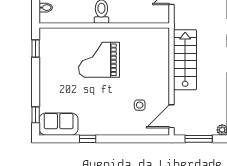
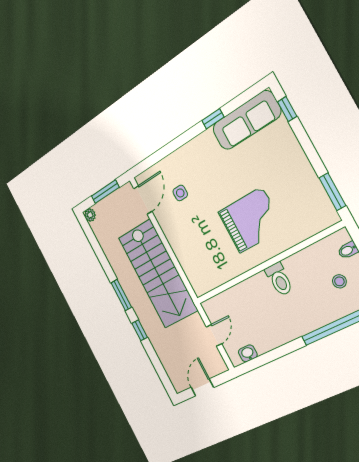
window: (36, 49) -> (332, 192), width x1.50
stairs: (185, 60) -> (158, 274), width x1.36, depth x1.51
sofa: (59, 124) -> (246, 120), width x1.36

